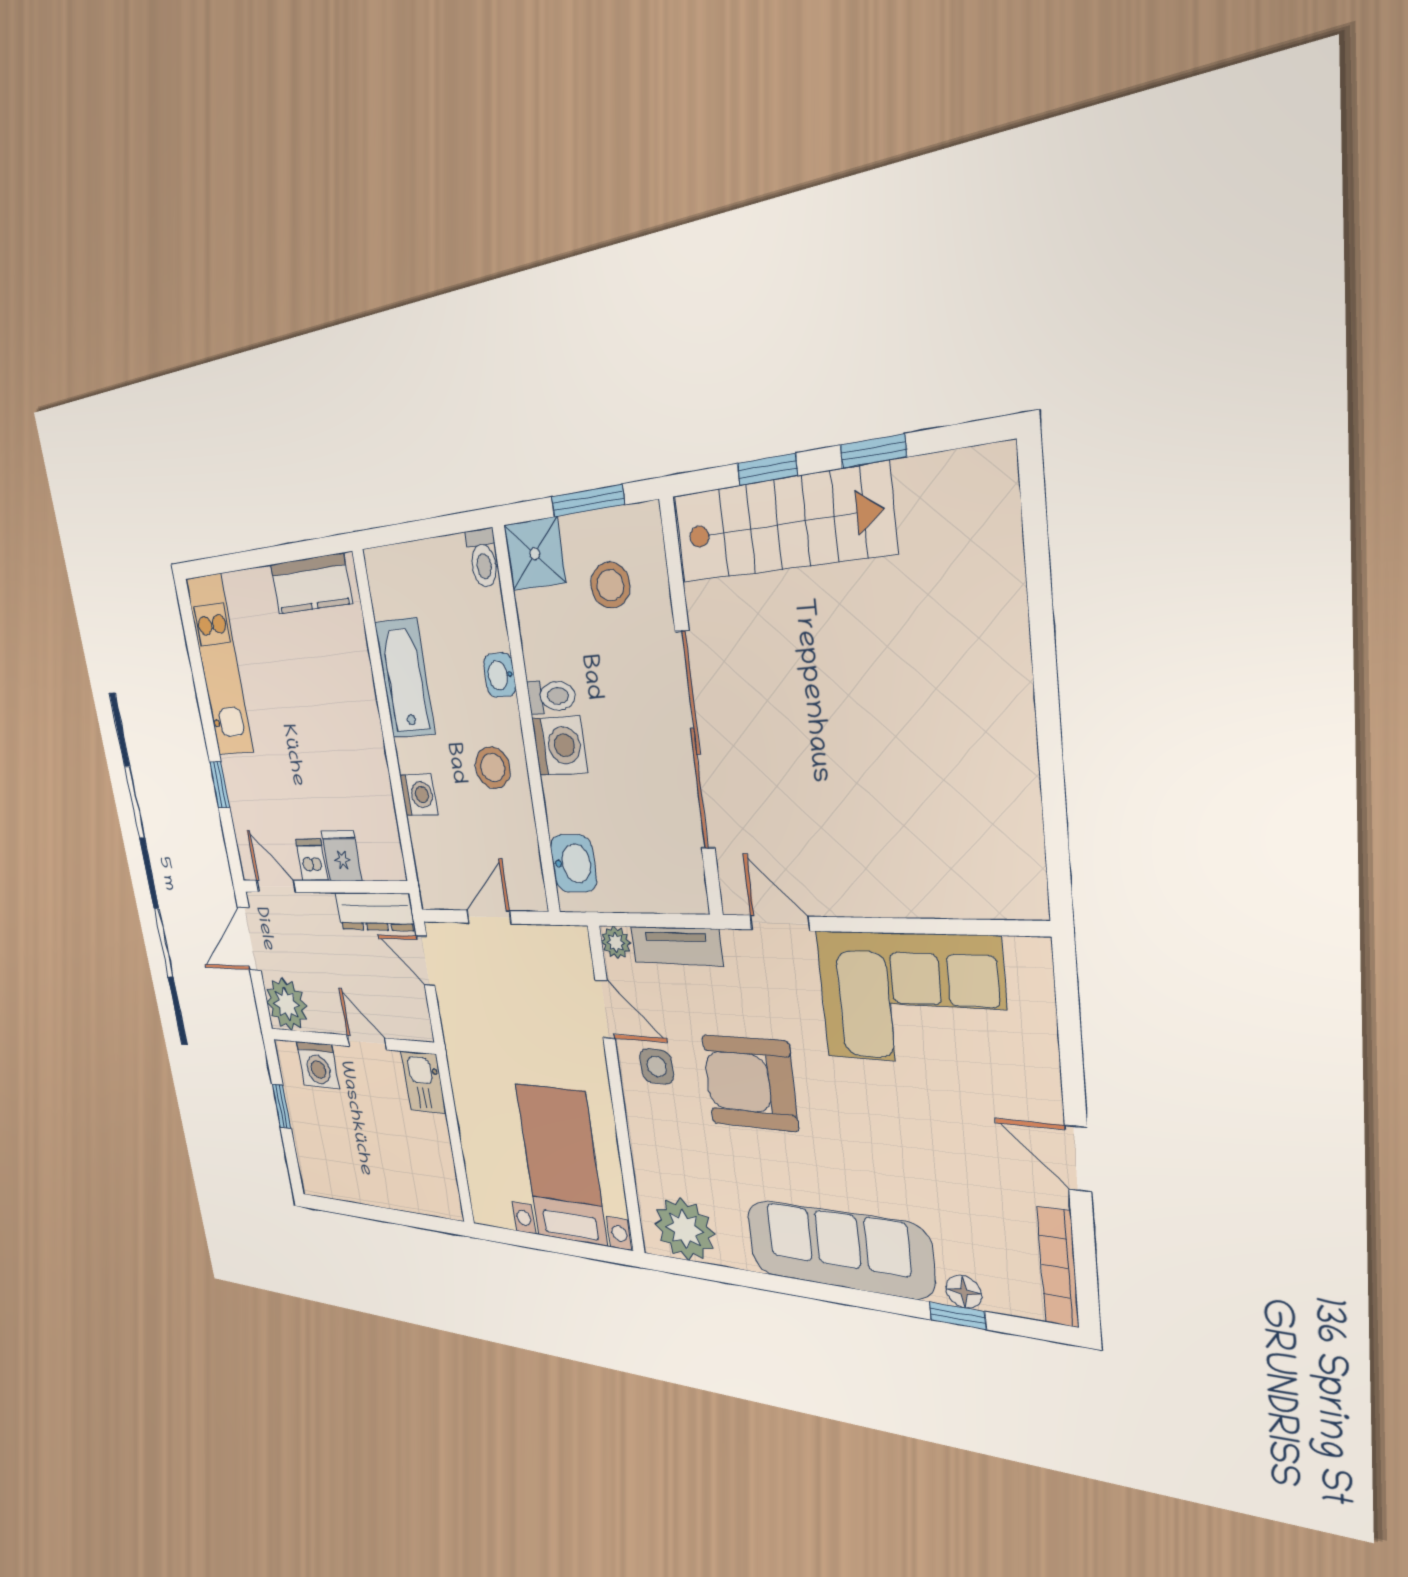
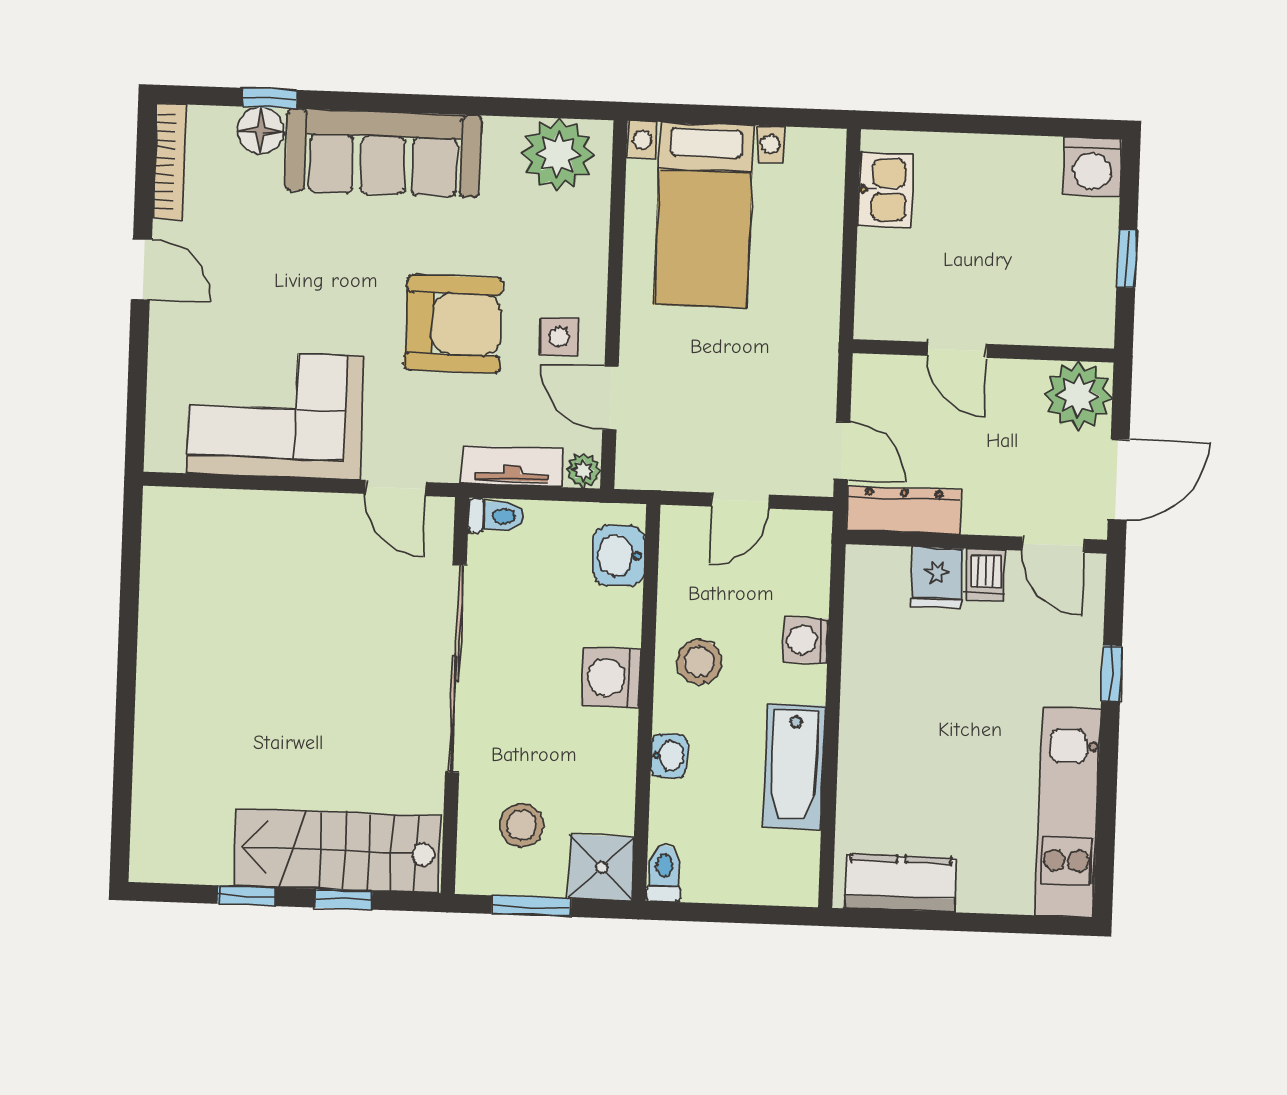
toilet: (552, 696) -> (496, 516), moved, turned 180
washing machine: (318, 1065) -> (1092, 167), moved, turned 180
kitchen sink: (423, 1082) -> (885, 190), moved
floor lamp: (964, 1292) -> (260, 131), width x1.37, depth x1.37

